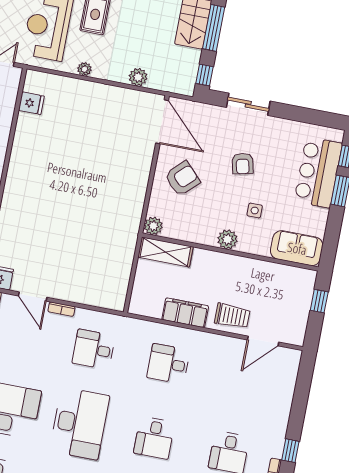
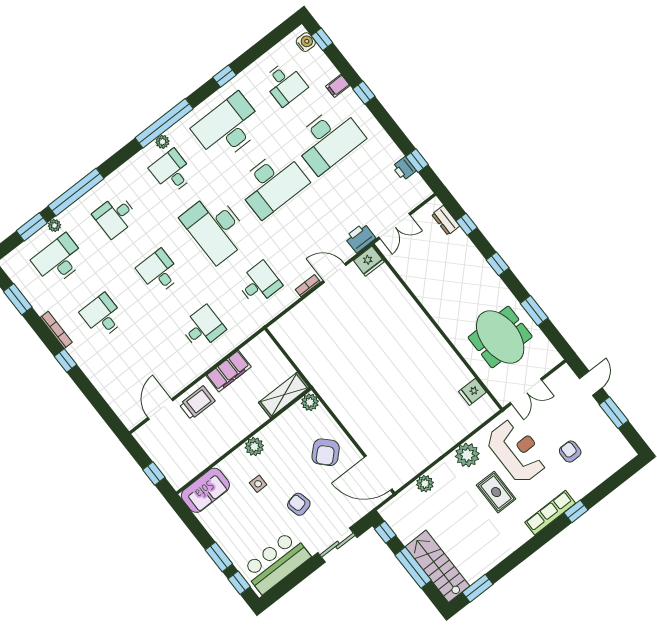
plant: (84, 69) -> (467, 455), width x1.88, depth x1.88
bar counter: (318, 172) -> (276, 563), moved, turned -90
trolley: (232, 316) -> (197, 403), turned 180

